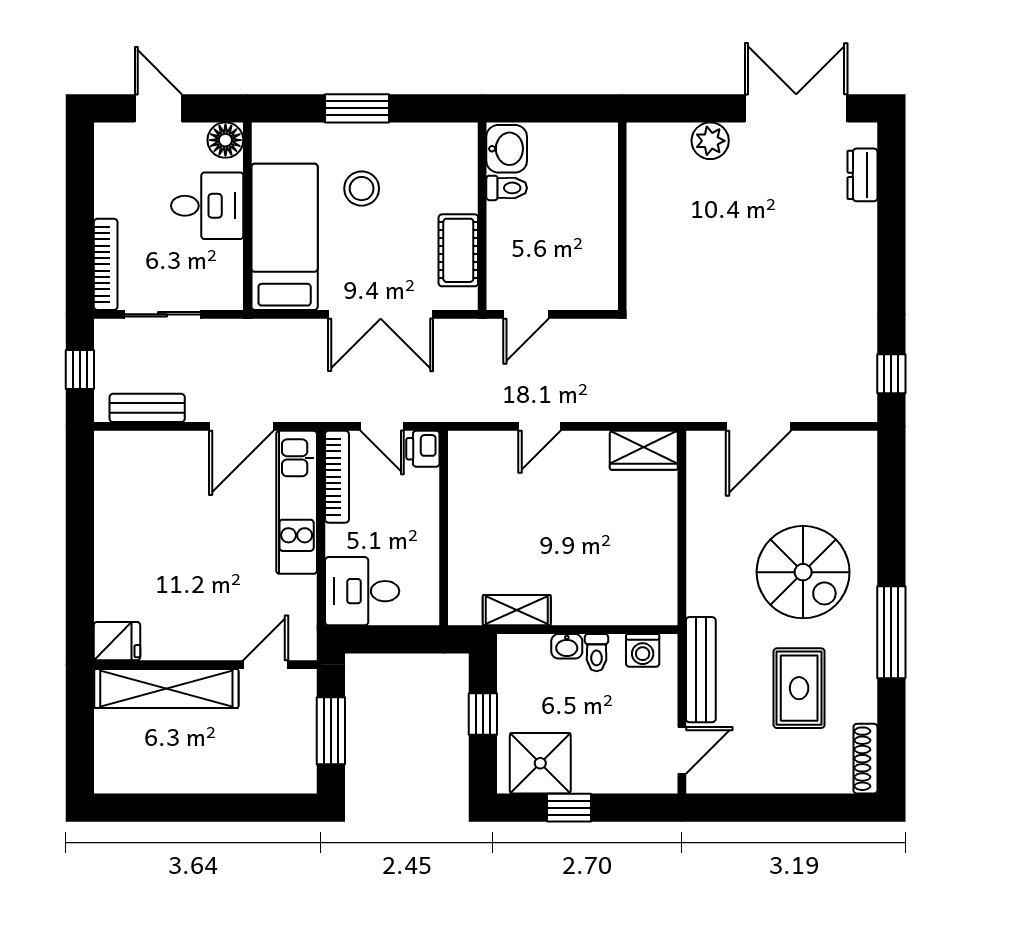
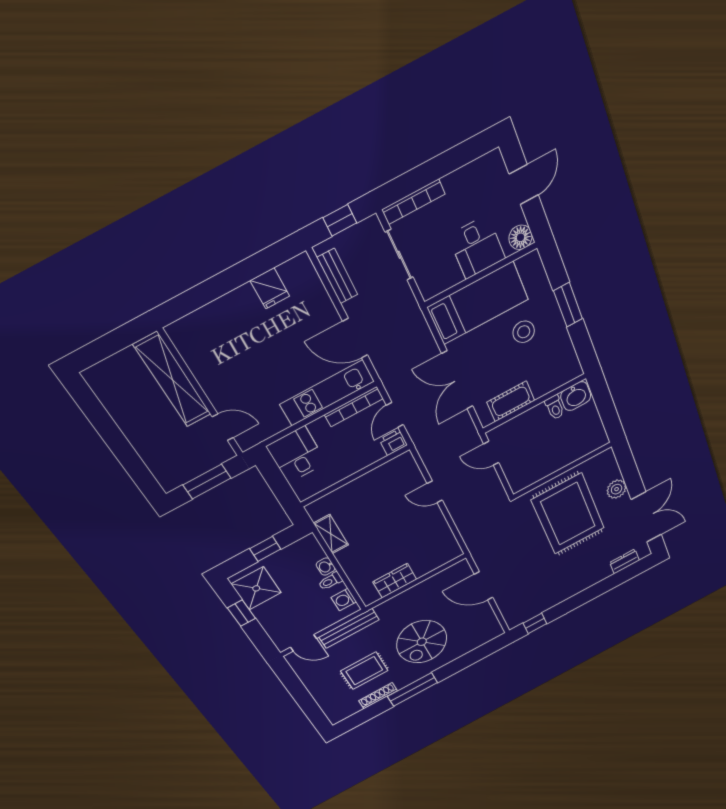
rug: (708, 237) -> (568, 514), added
wardrobe: (644, 450) -> (395, 581), moved, turned 90
fridge: (117, 641) -> (270, 288), moved
shoe rack: (865, 759) -> (378, 696), moved

